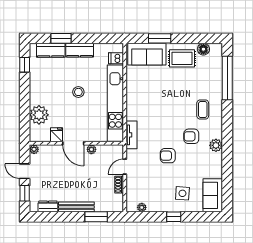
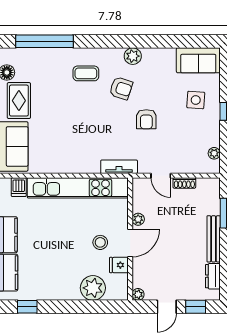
stool: (78, 92) -> (100, 242), moved
armchair: (191, 136) -> (121, 88), turned -72

